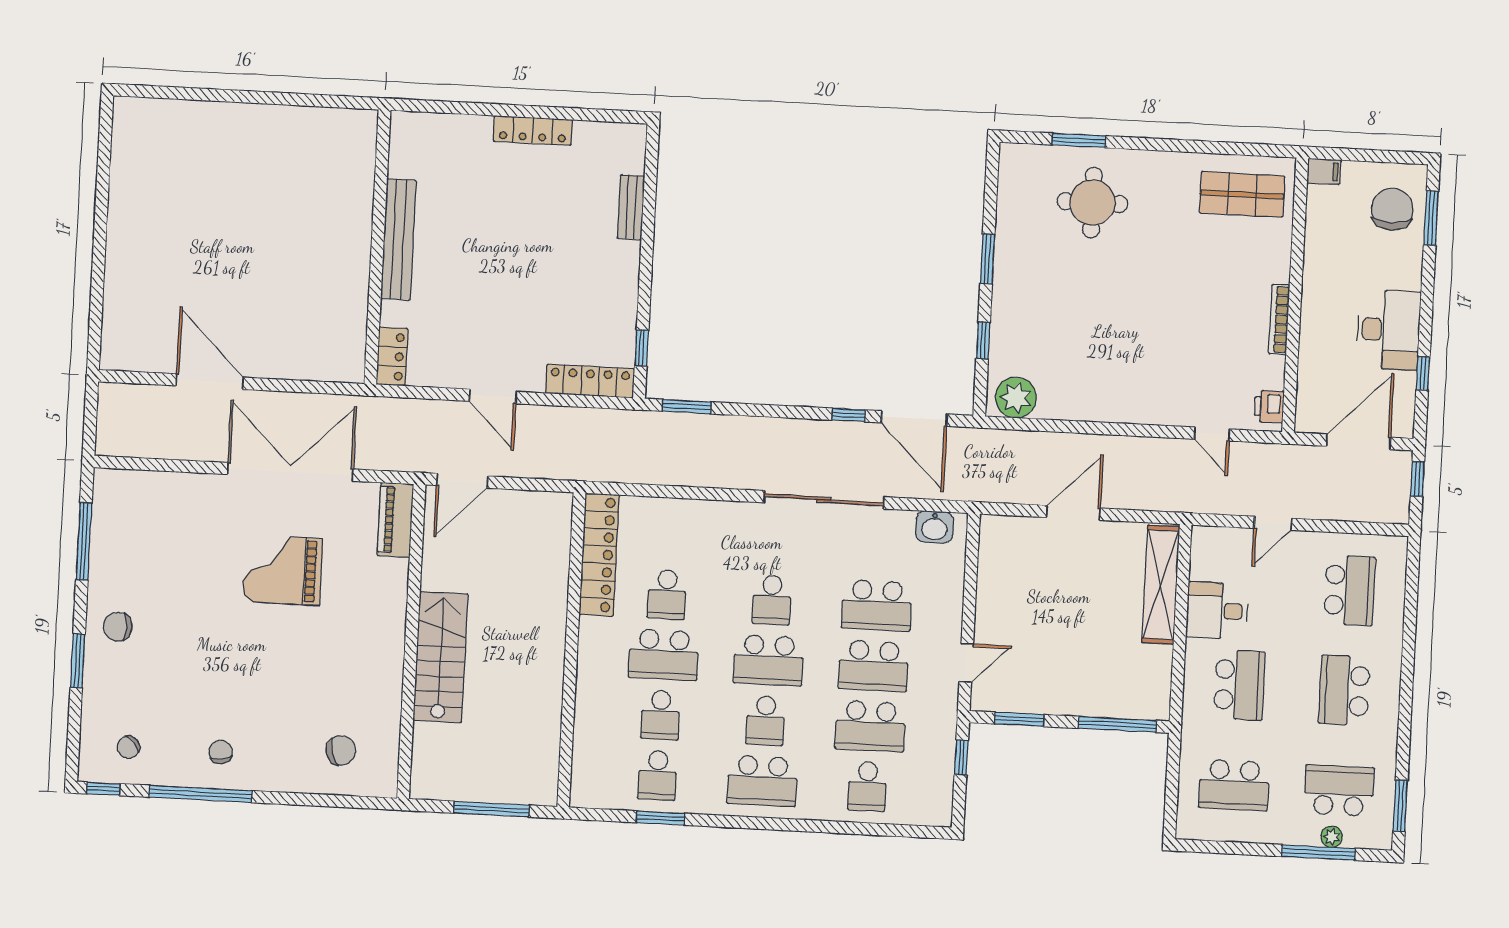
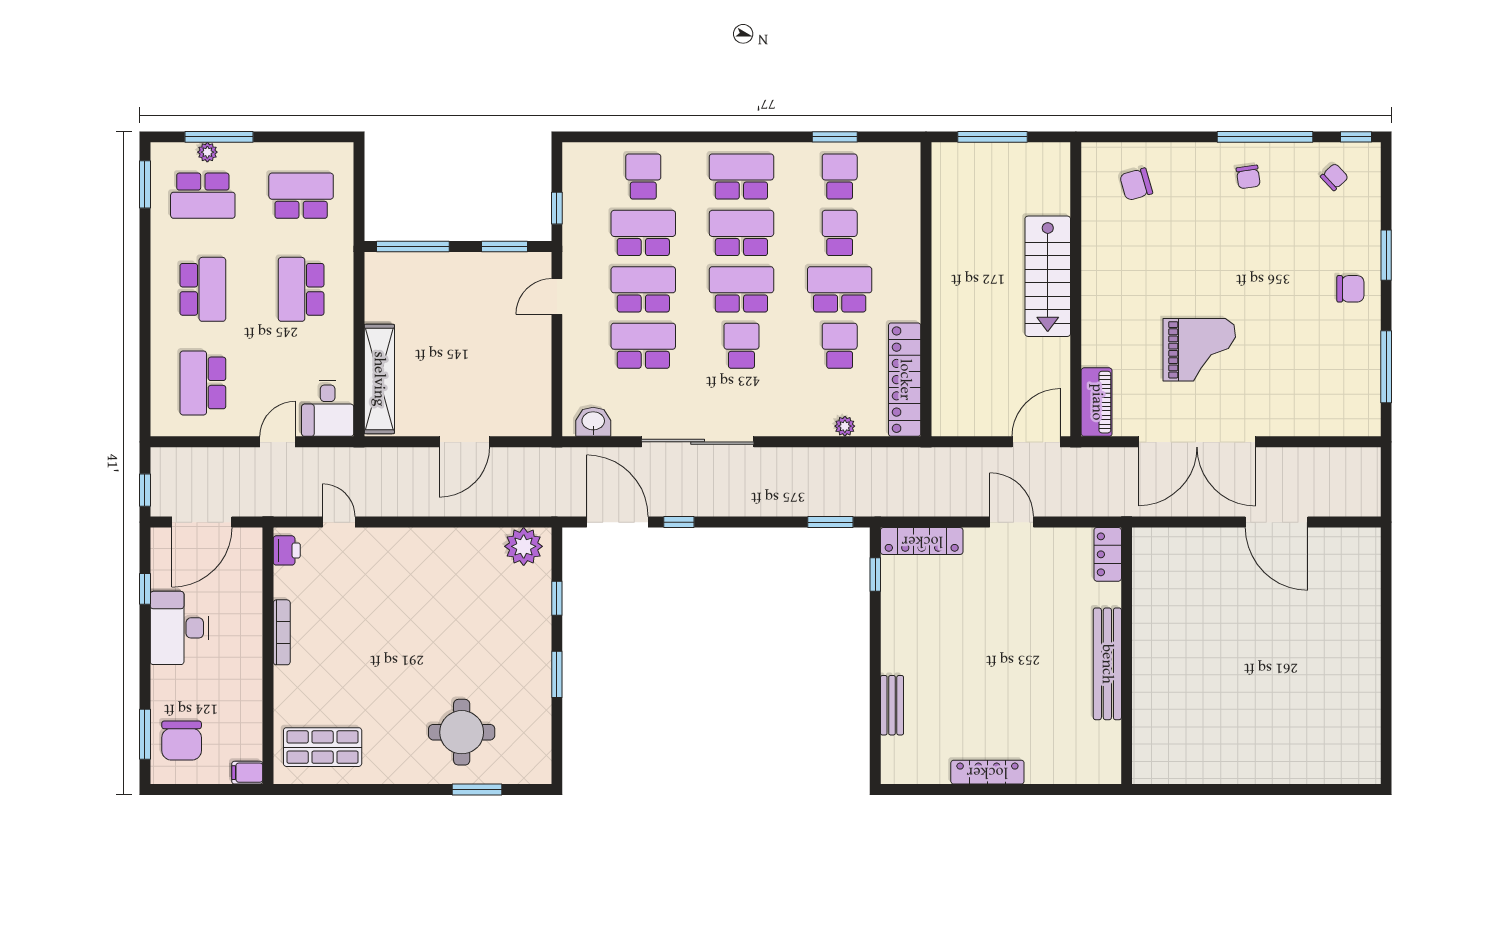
plant: (666, 508) -> (845, 426), added
desk: (1217, 611) -> (328, 408), moved, turned 90
school desk: (765, 721) -> (741, 233), width x1.85

